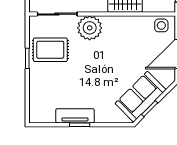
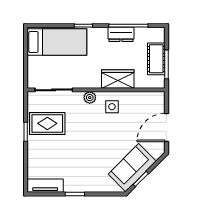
side table: (161, 25) -> (112, 107), moved
plant: (90, 28) -> (90, 98), width x0.53, depth x0.53
tv unit: (75, 116) -> (45, 186), moved

